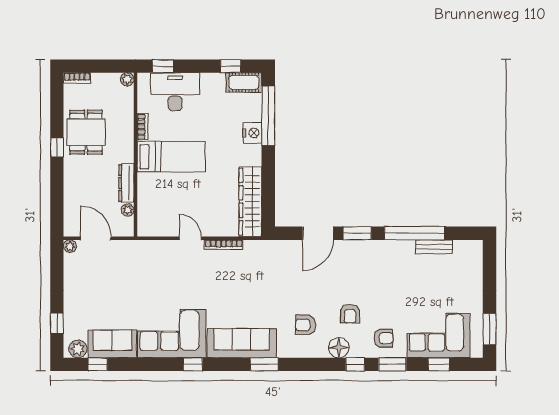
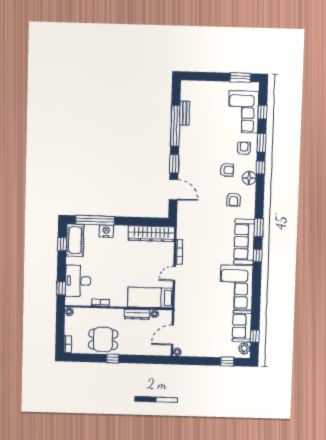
cot: (244, 82) -> (75, 240), width x1.37, depth x1.34
bed: (171, 157) -> (150, 298), moved, turned -90
window: (193, 364) -> (258, 256), moved

